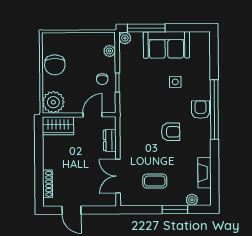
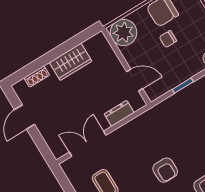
chair: (102, 79) -> (168, 39), moved
wardrobe: (58, 126) -> (71, 62), moved, turned -90
shoe rack: (48, 184) -> (37, 77), width x0.70

